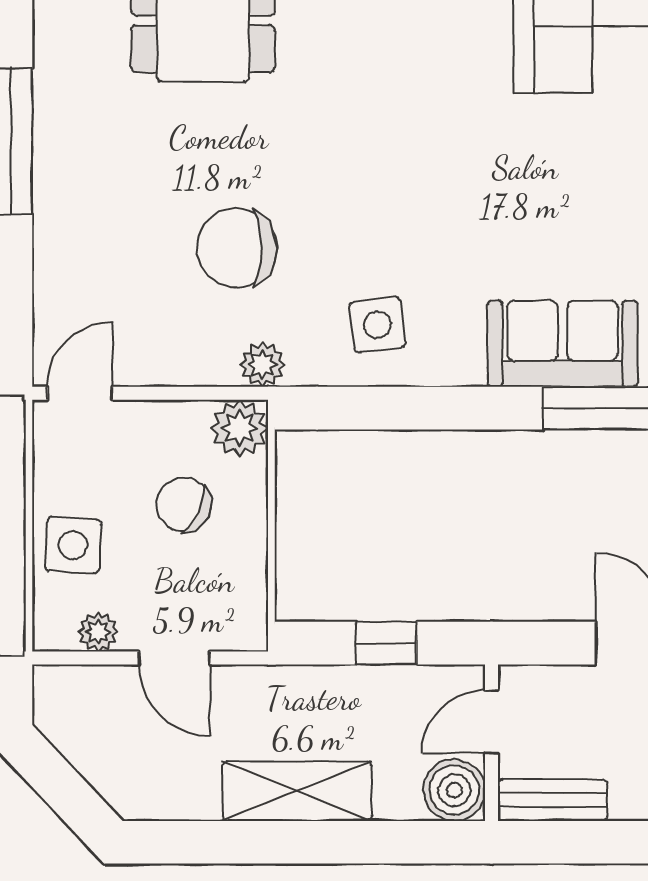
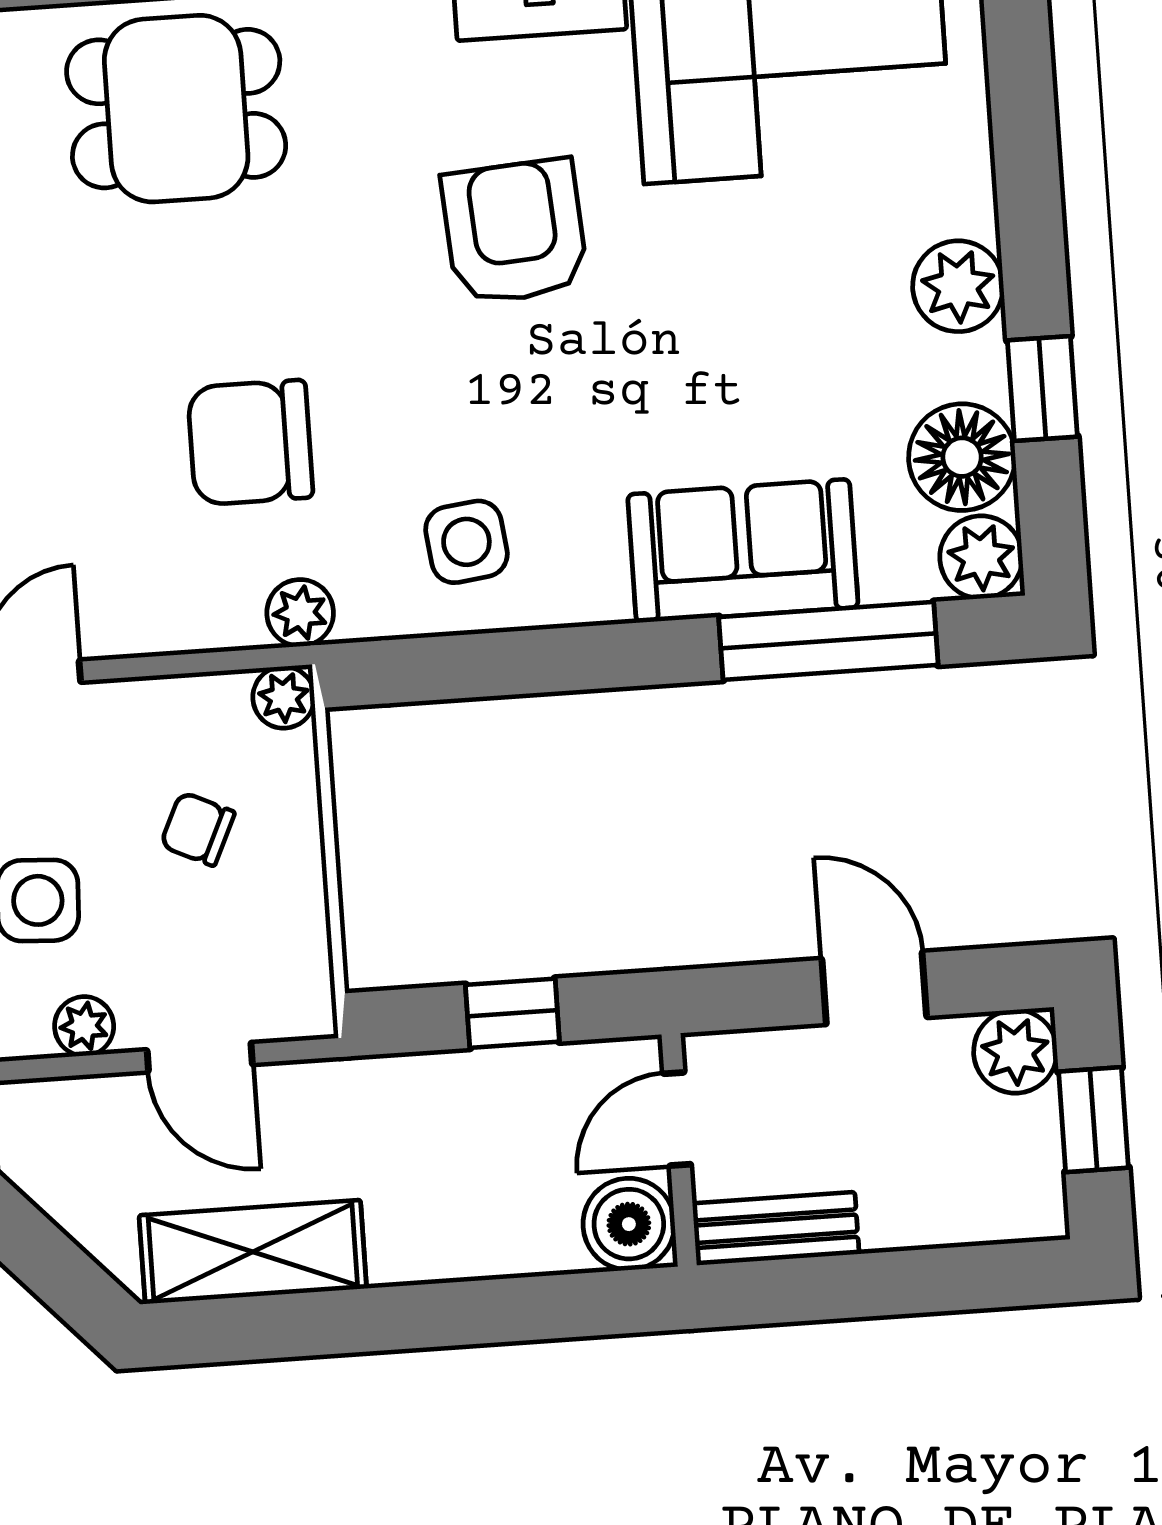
armchair: (424, 119) -> (515, 232), added
plant: (240, 428) -> (284, 697), width x0.73, depth x0.73
chair: (183, 505) -> (198, 829), width x0.73, depth x0.73
shelving: (297, 791) -> (253, 1252), moved

